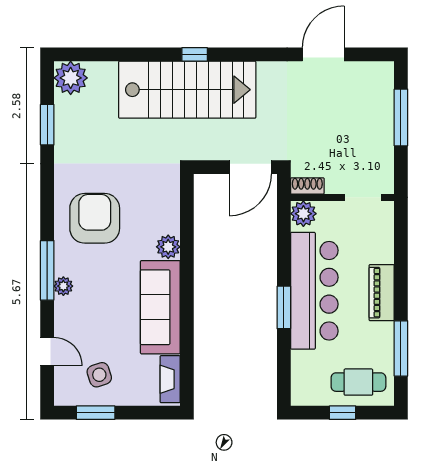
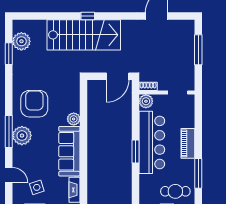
plant: (71, 78) -> (21, 41), moved
plant: (63, 286) -> (22, 136), width x1.88, depth x1.88

